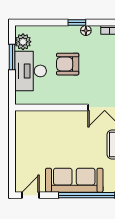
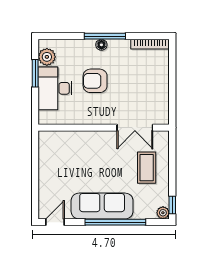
window: (77, 23) -> (105, 36), width x2.17
floor lamp: (86, 31) -> (101, 45), moved

